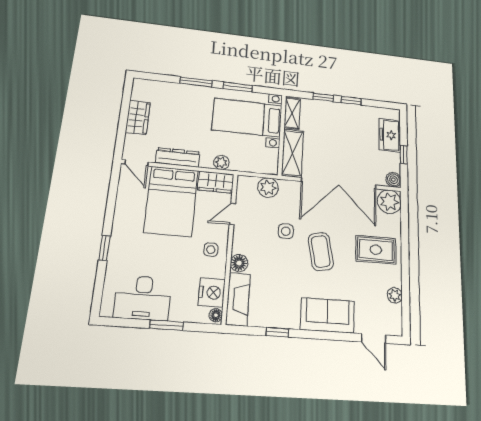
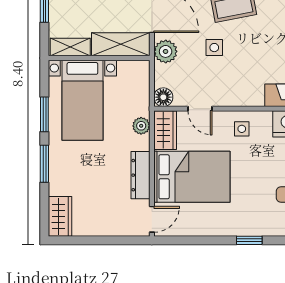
wardrobe: (138, 117) -> (60, 216), moved, turned 90
plant: (268, 188) -> (166, 51), moved
floor lamp: (239, 263) -> (163, 97), moved

